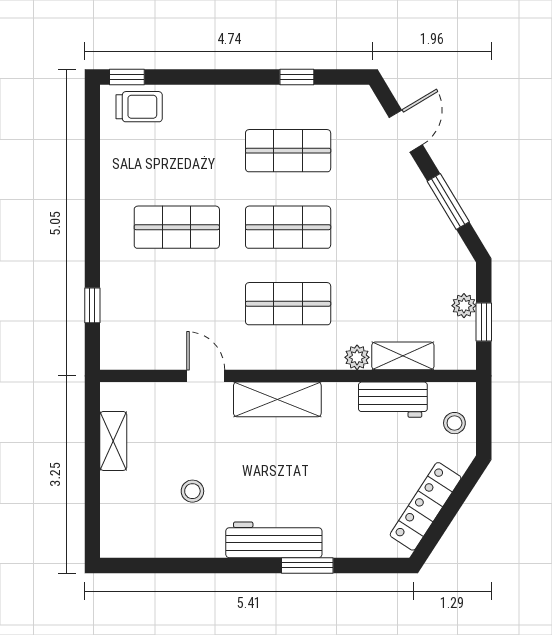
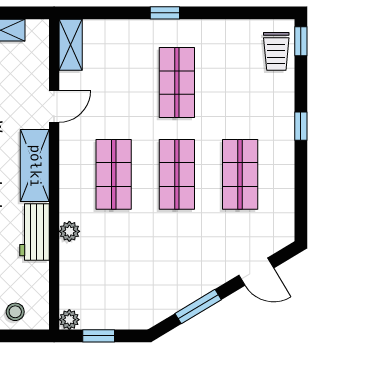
window: (297, 77) -> (301, 126), moved
window: (92, 305) -> (165, 13), moved
plant: (464, 306) -> (69, 320), moved
shelving: (403, 356) -> (71, 45), moved
workbench: (393, 400) -> (35, 232), moved

